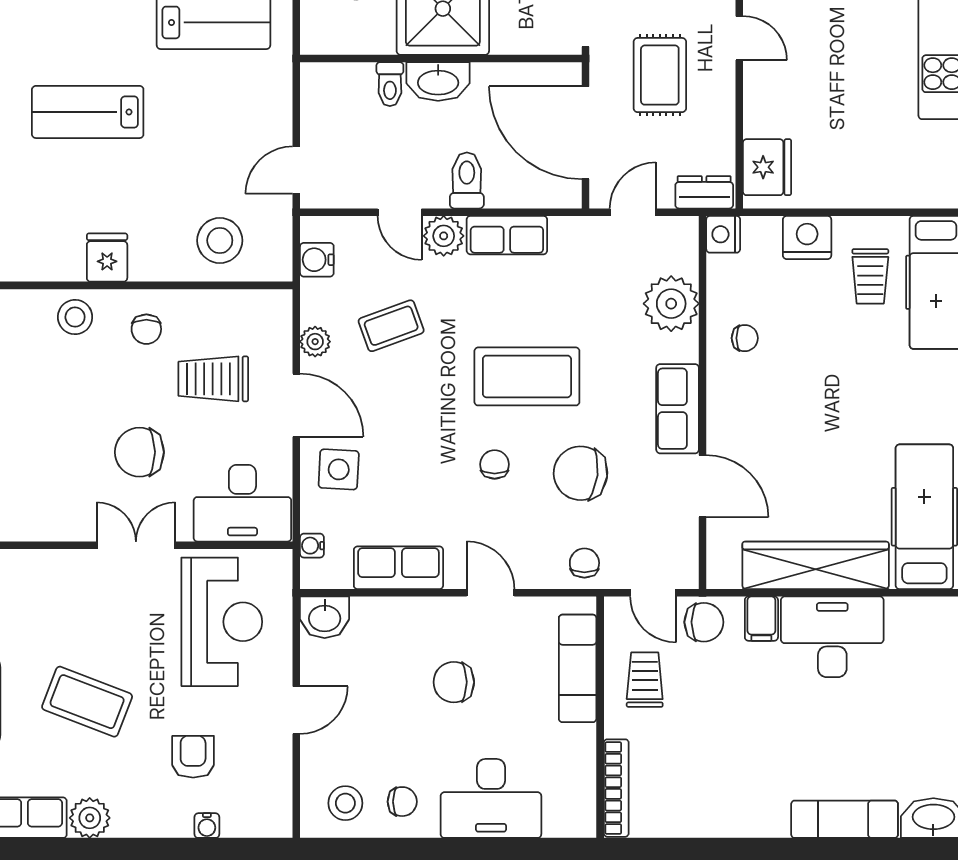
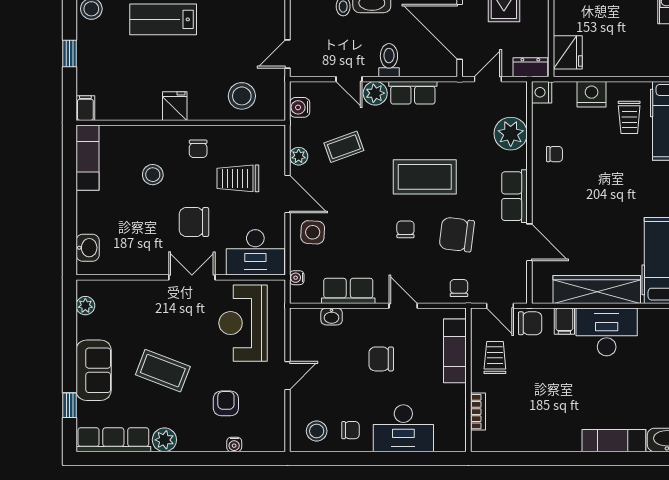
stool: (75, 317) -> (153, 175), moved
washbasin: (325, 617) -> (332, 316), moved, width x0.72, depth x0.69
reception desk: (222, 622) -> (243, 323), turned 180
bookcase: (616, 788) -> (478, 412), width x0.64

